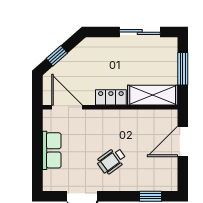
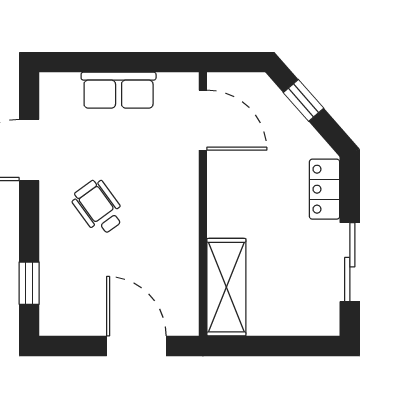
window: (183, 69) -> (278, 346), removed
locker: (111, 97) -> (325, 189), moved, turned 180
door: (67, 107) -> (203, 120), hinge flipped

